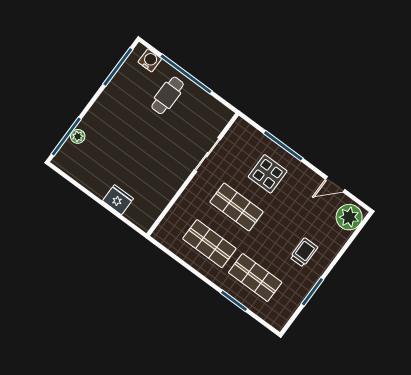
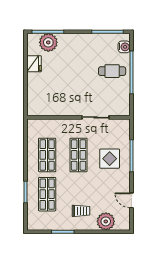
plant: (78, 136) -> (48, 42), width x1.87, depth x1.87
fridge: (118, 200) -> (34, 64), moved
plant: (349, 217) -> (106, 221), moved

